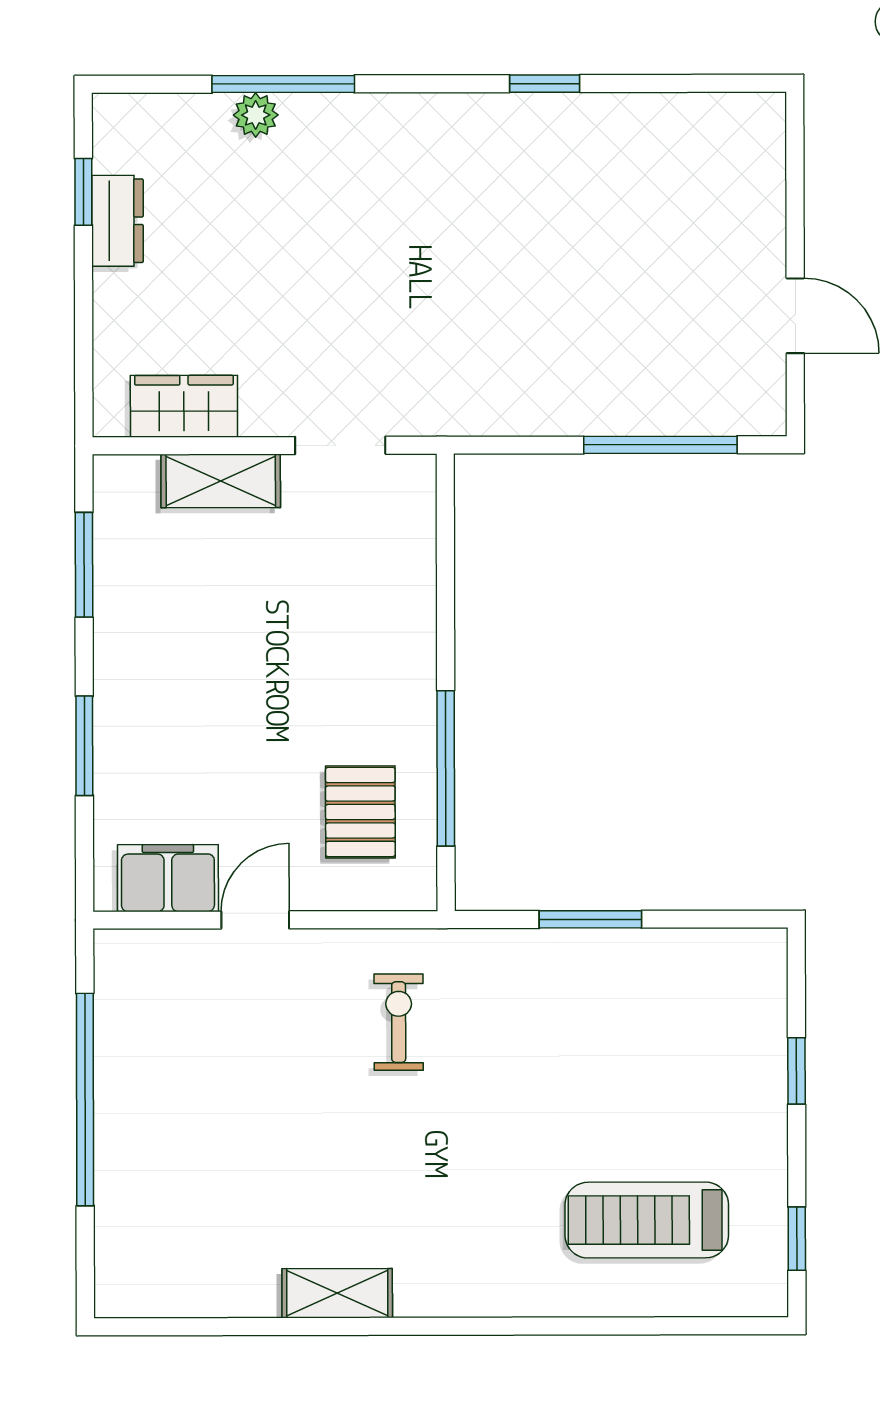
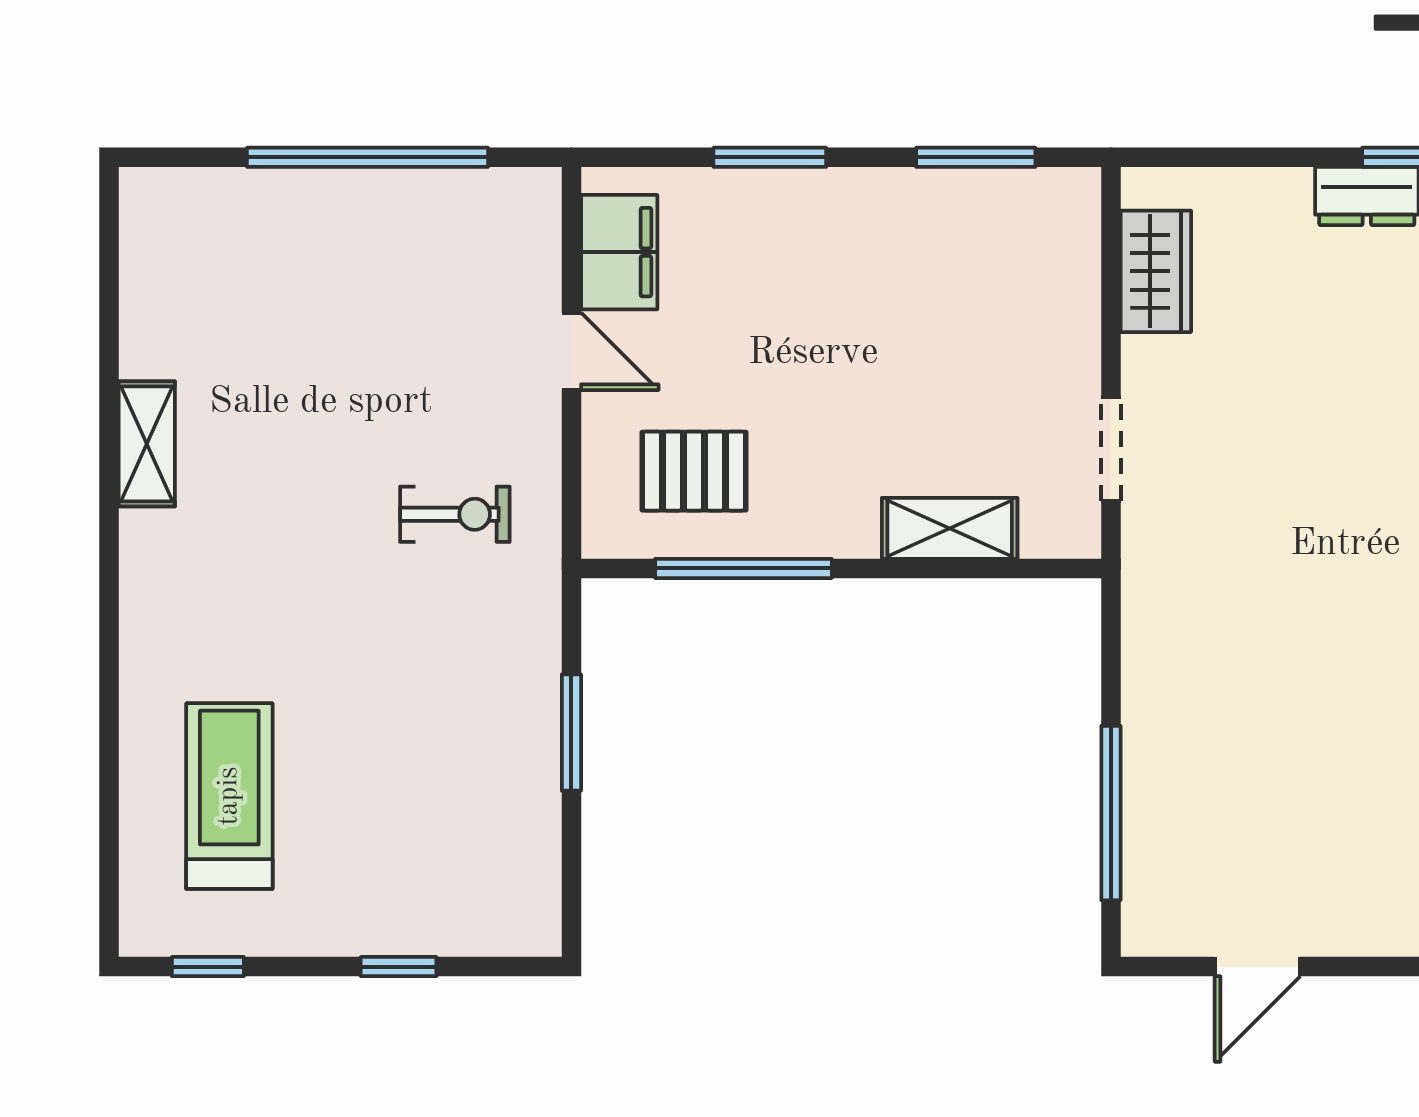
shelving: (221, 481) -> (950, 528), moved, turned 90

